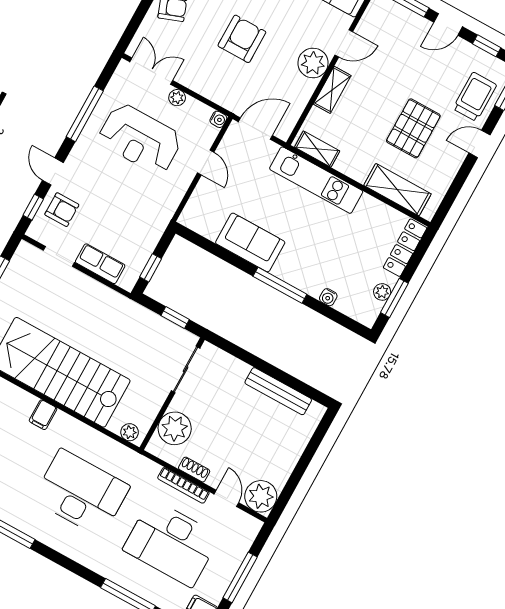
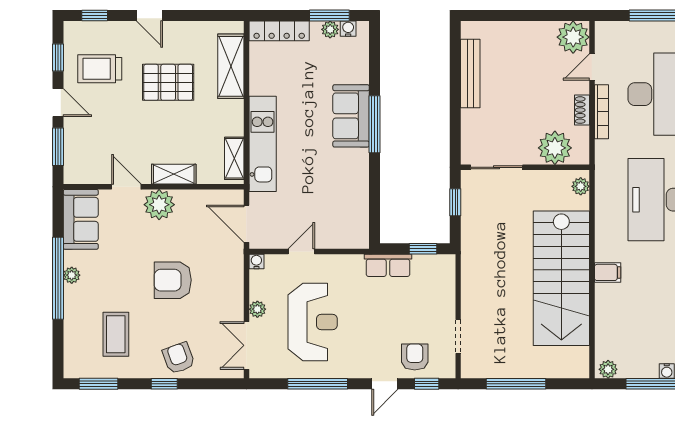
trolley: (475, 97) -> (100, 69), moved
sofa: (250, 242) -> (351, 116), moved
row of seats: (100, 264) -> (388, 265), moved, turned -90
water cooler: (328, 297) -> (348, 29), moved, turned -90

